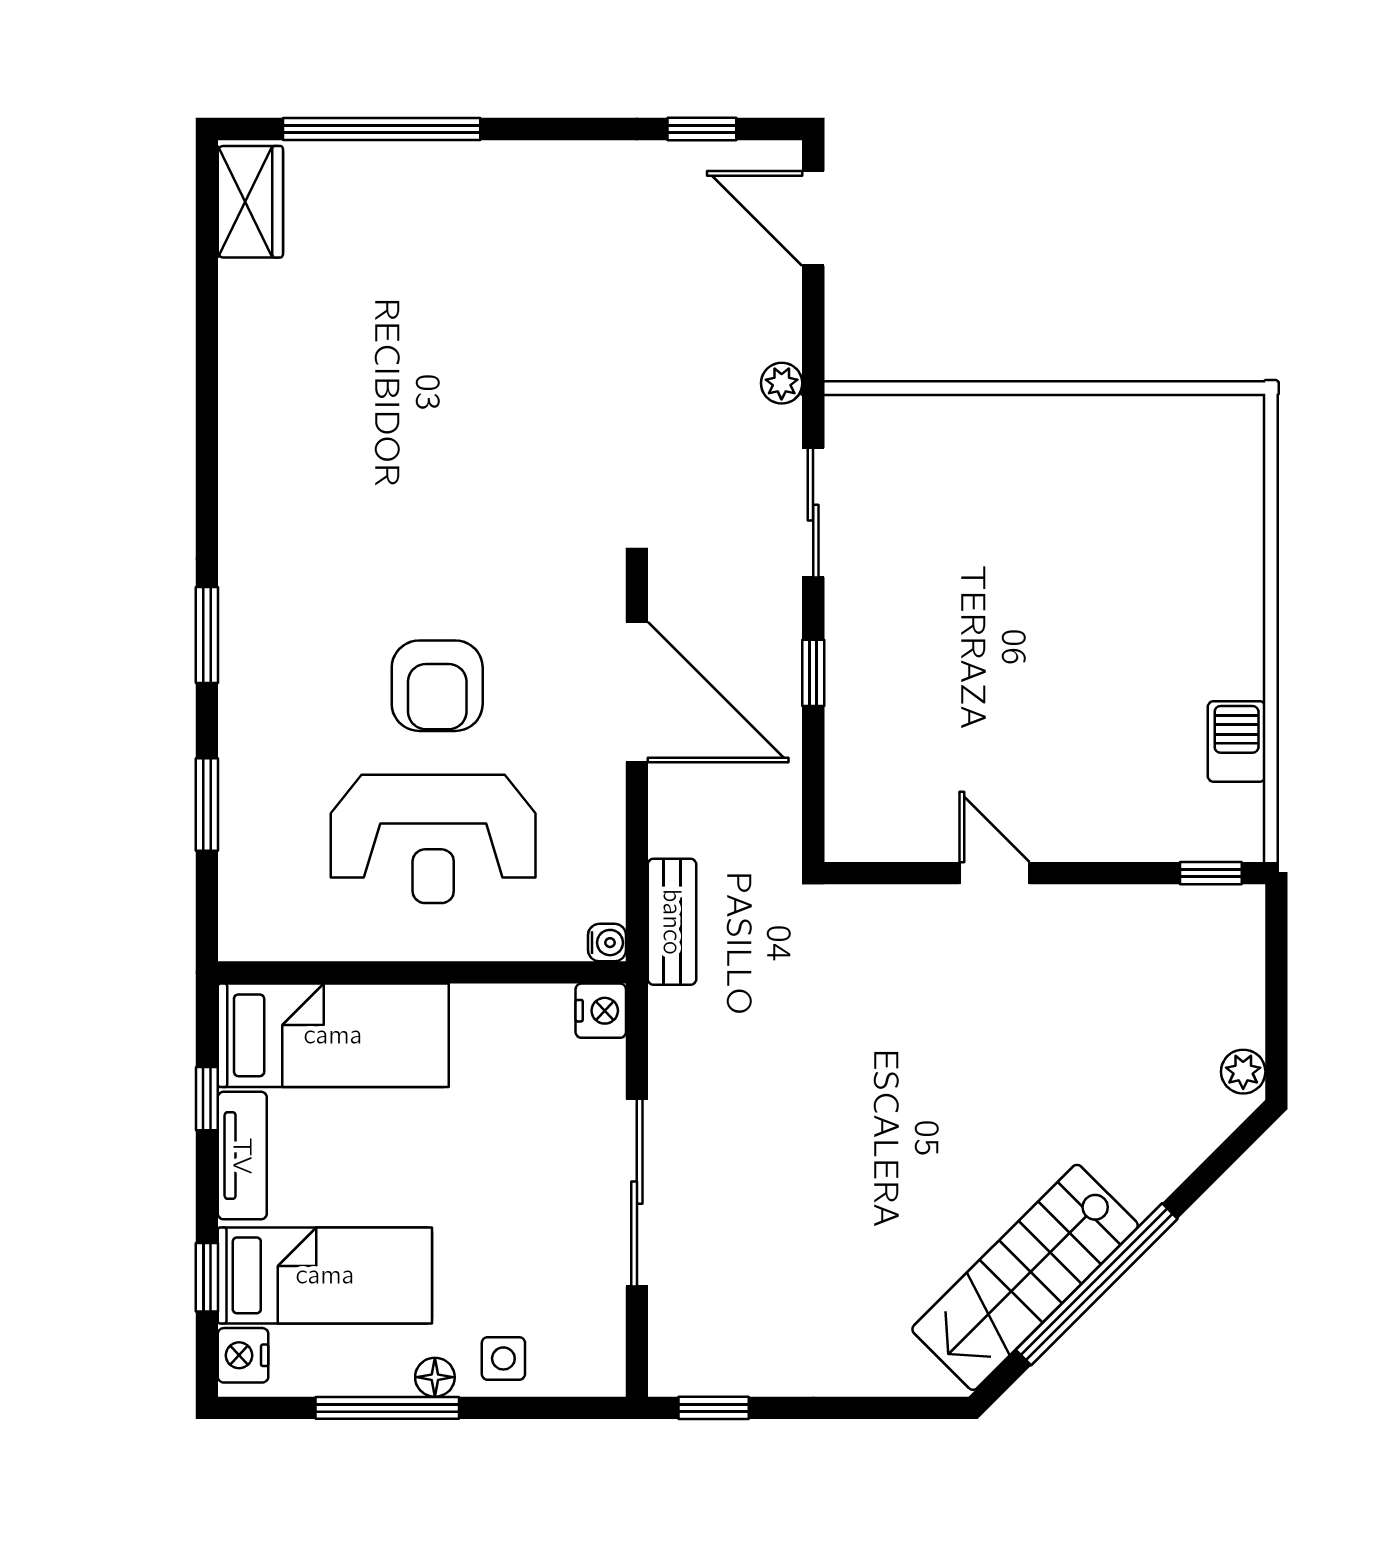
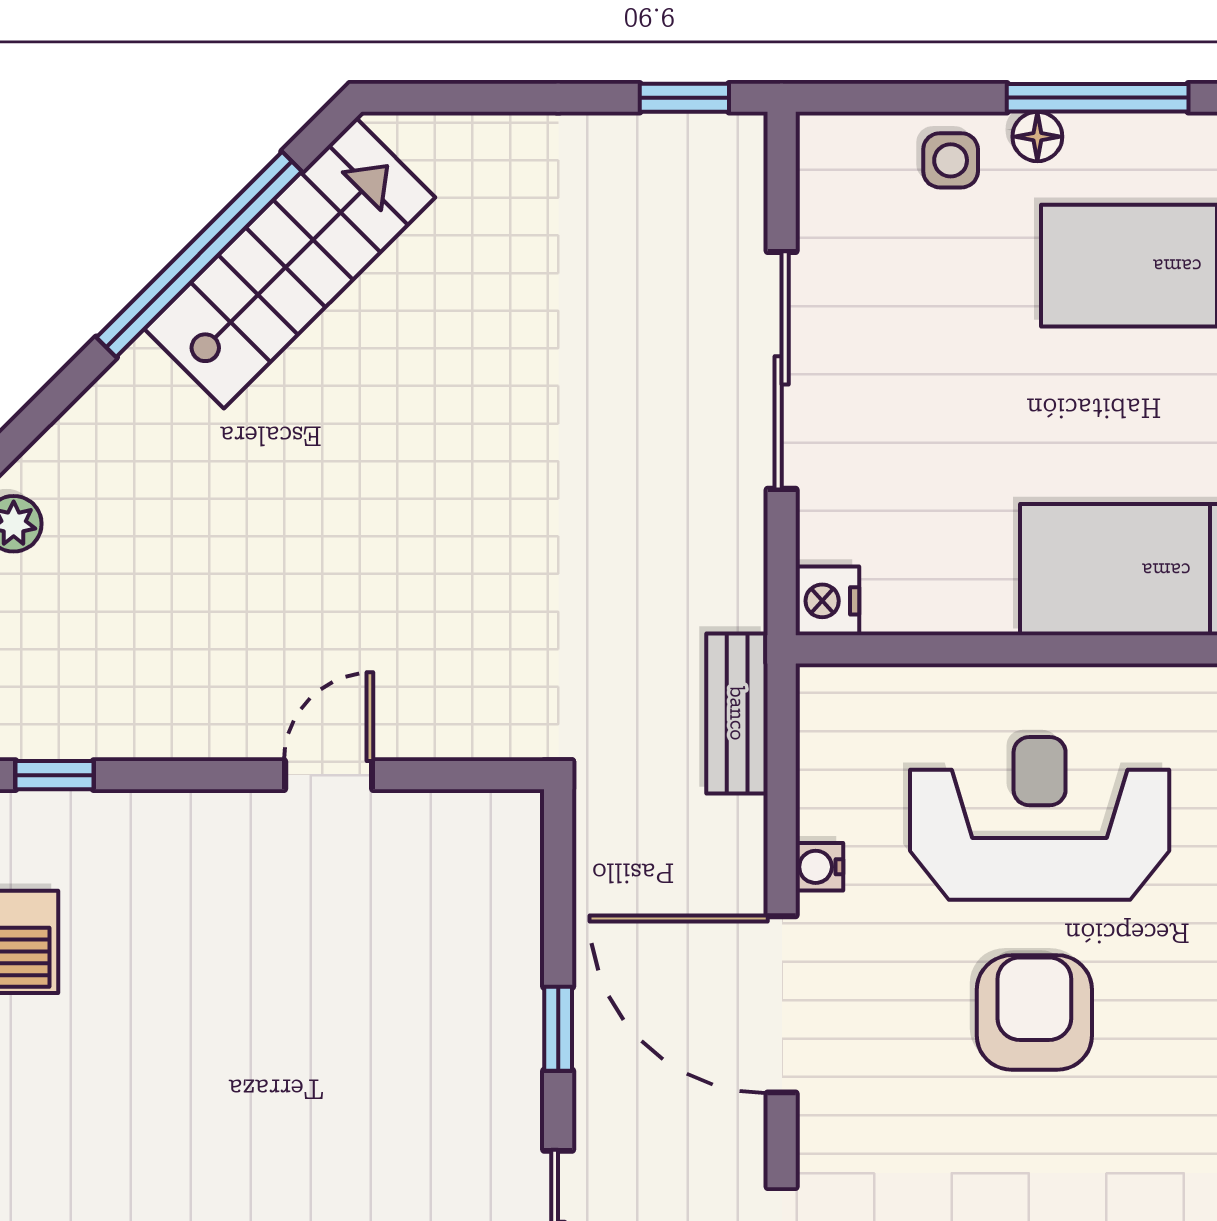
door: (994, 873) -> (329, 775), swing flipped
water cooler: (607, 943) -> (819, 867), moved

